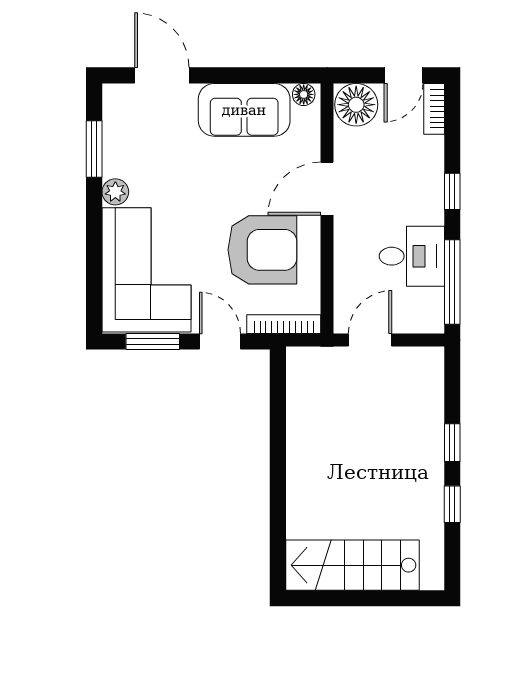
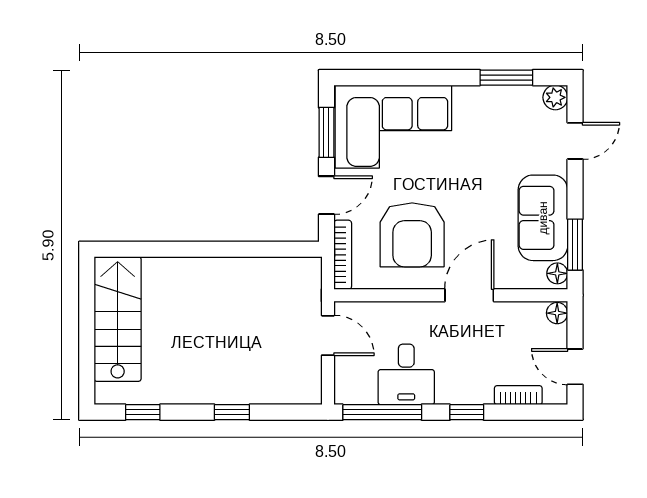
door: (162, 75) -> (575, 141), width x0.73
window: (273, 75) -> (575, 245), added
floor lamp: (356, 105) -> (557, 313), width x0.53, depth x0.53
bookcase: (434, 109) -> (518, 395), moved
door: (327, 189) -> (469, 295), hinge flipped
plant: (115, 192) -> (555, 97), moved
window: (452, 504) -> (143, 412), moved

